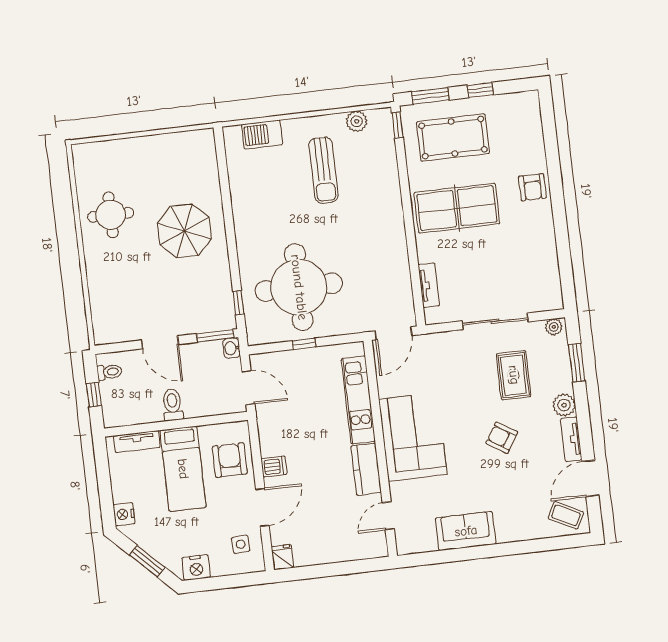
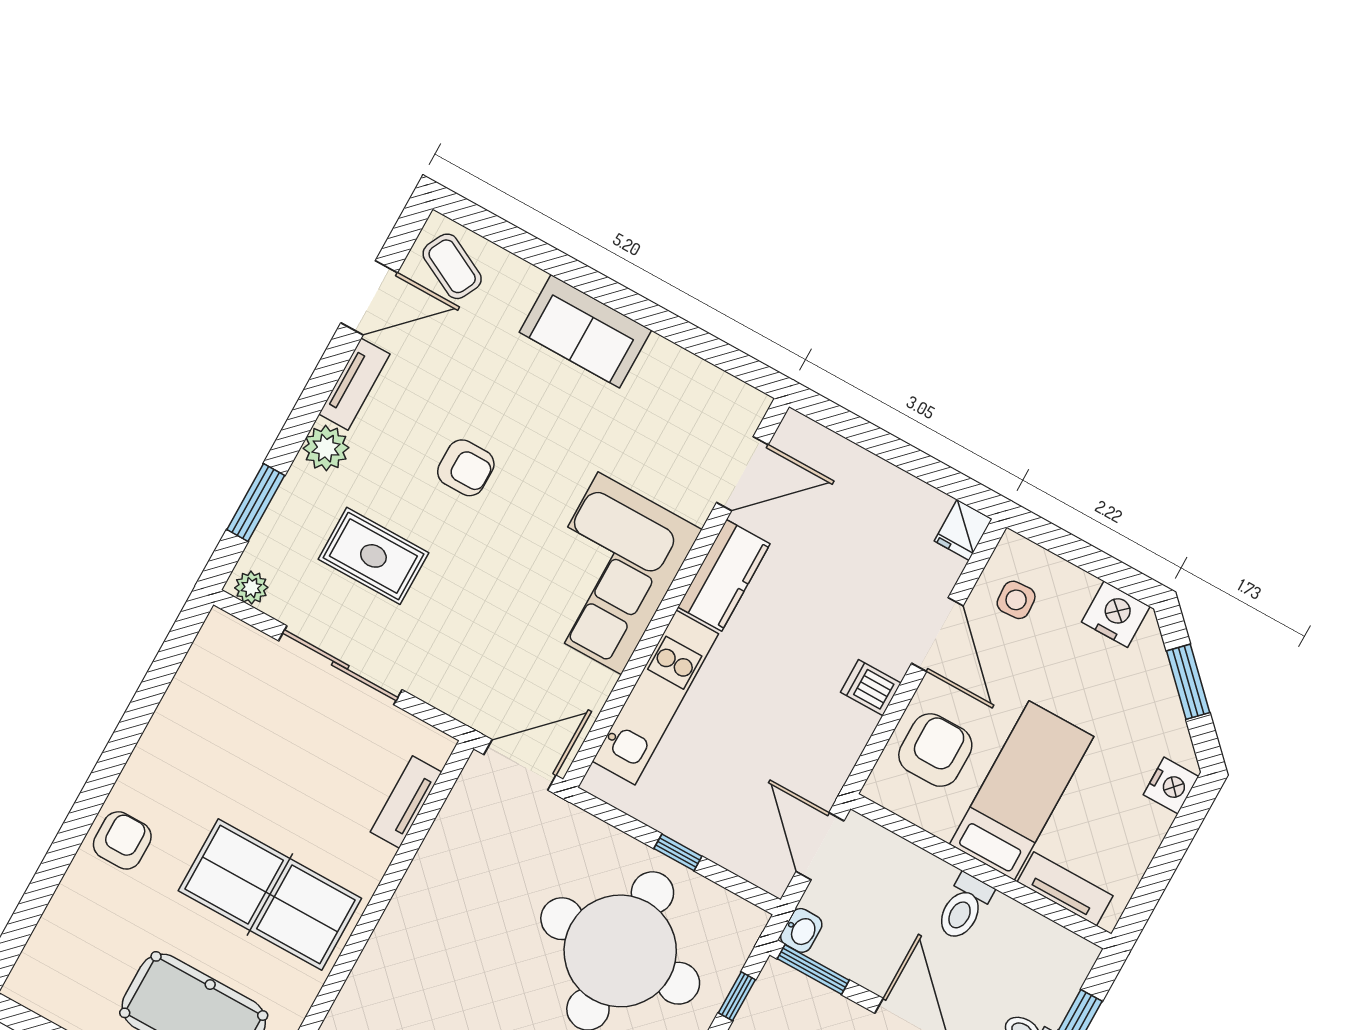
rug: (514, 375) -> (373, 556), turned 90
armchair: (502, 438) -> (466, 468), turned -32
armchair: (230, 460) -> (935, 750), turned 180
door: (262, 507) -> (937, 635), swing flipped
door: (388, 516) -> (742, 474), width x1.38
sofa: (466, 531) -> (585, 331), moved

